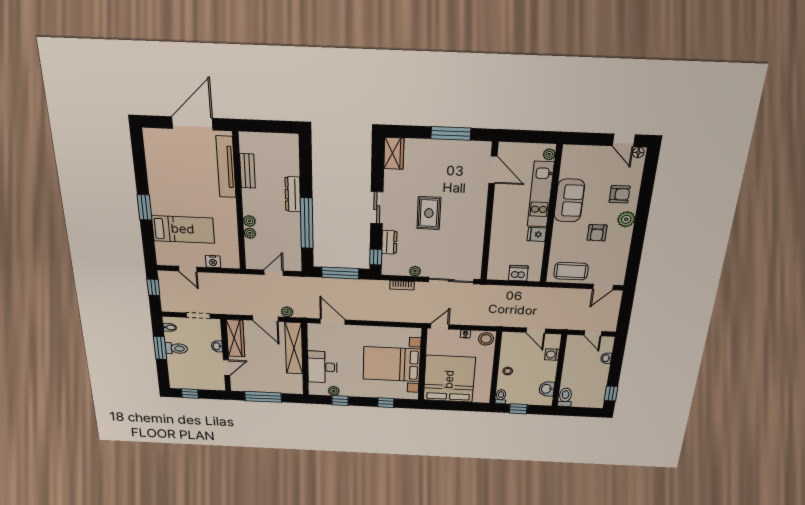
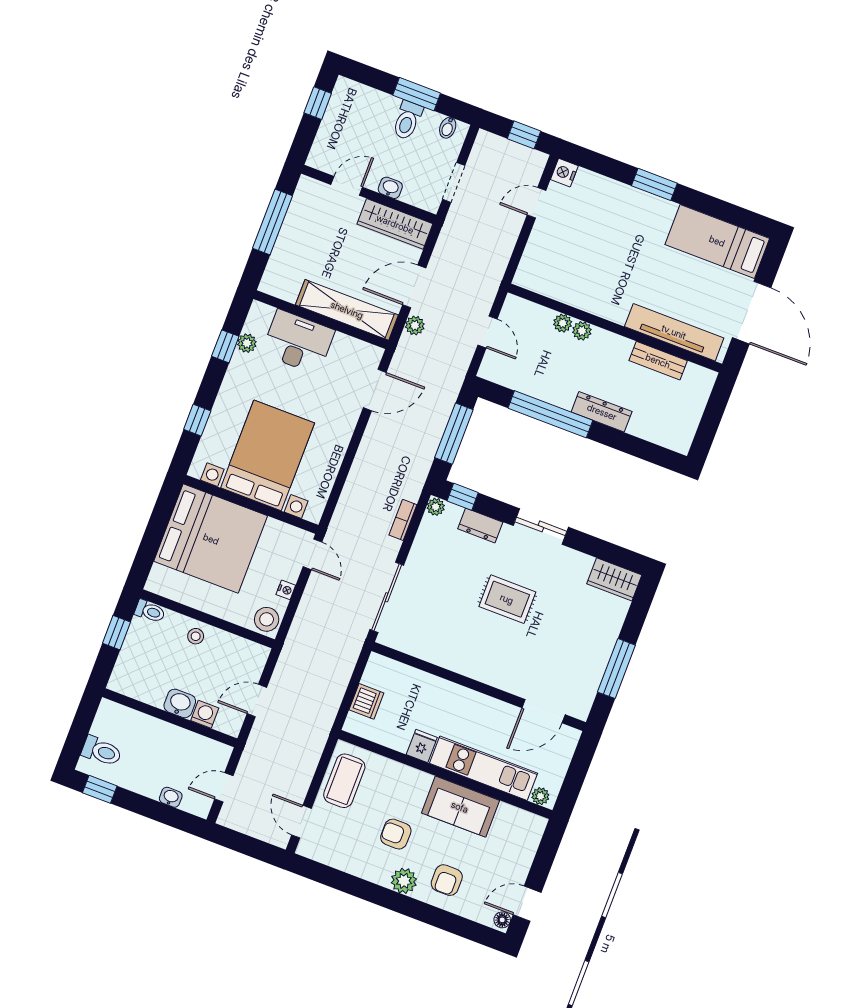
bed: (183, 229) -> (717, 241), moved, turned 90
nightstand: (213, 262) -> (564, 173), moved
plant: (415, 271) -> (436, 507), moved
door: (227, 368) -> (347, 186), swing flipped
washbasin: (547, 389) -> (180, 703), moved
toilet: (565, 397) -> (102, 751), moved

